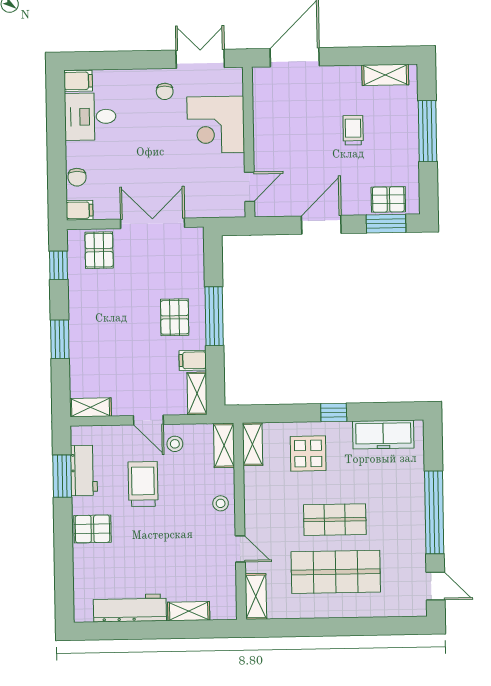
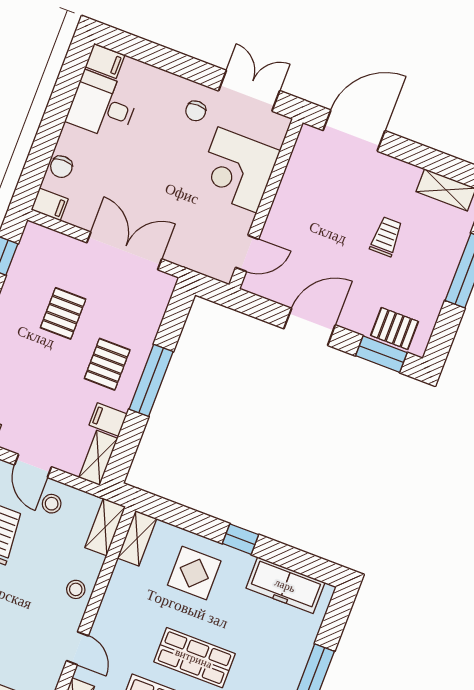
pallet: (99, 250) -> (63, 313), moved

